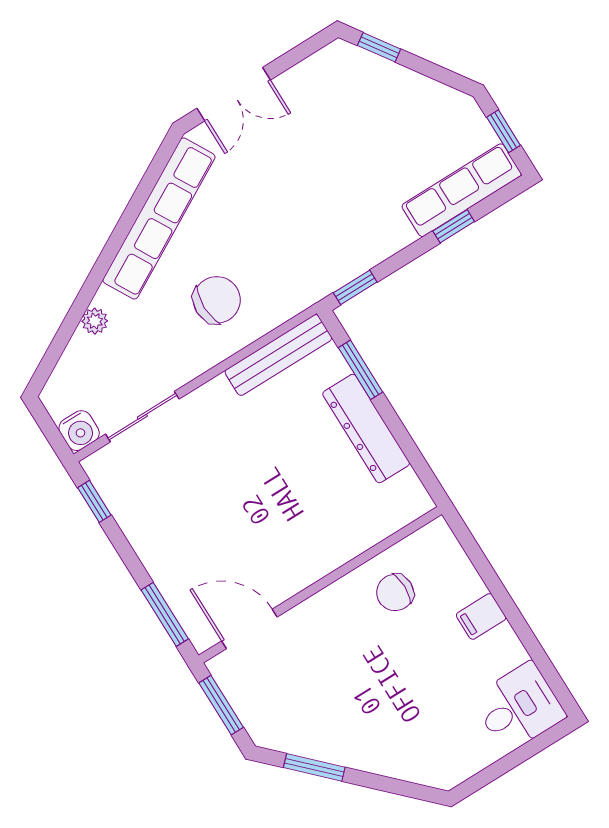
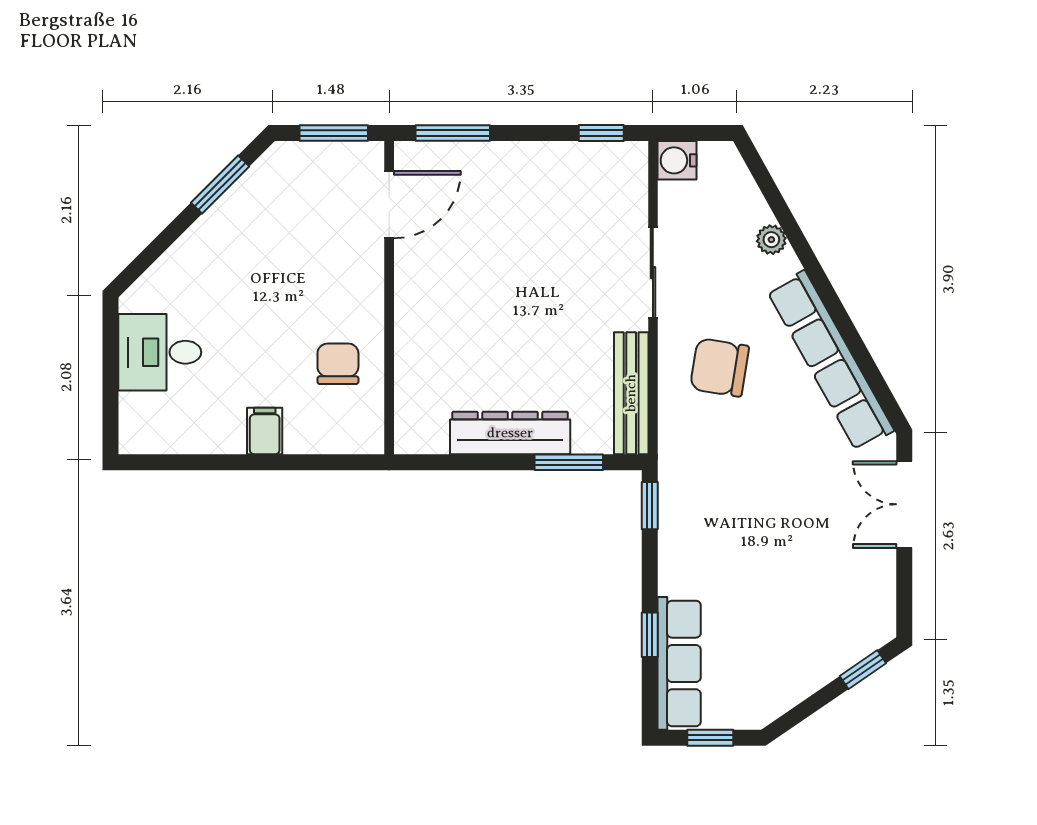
chair: (217, 300) -> (720, 367), turned 99
sliding door: (142, 417) -> (653, 273), moved
desk: (519, 707) -> (160, 352), moved, turned 90

